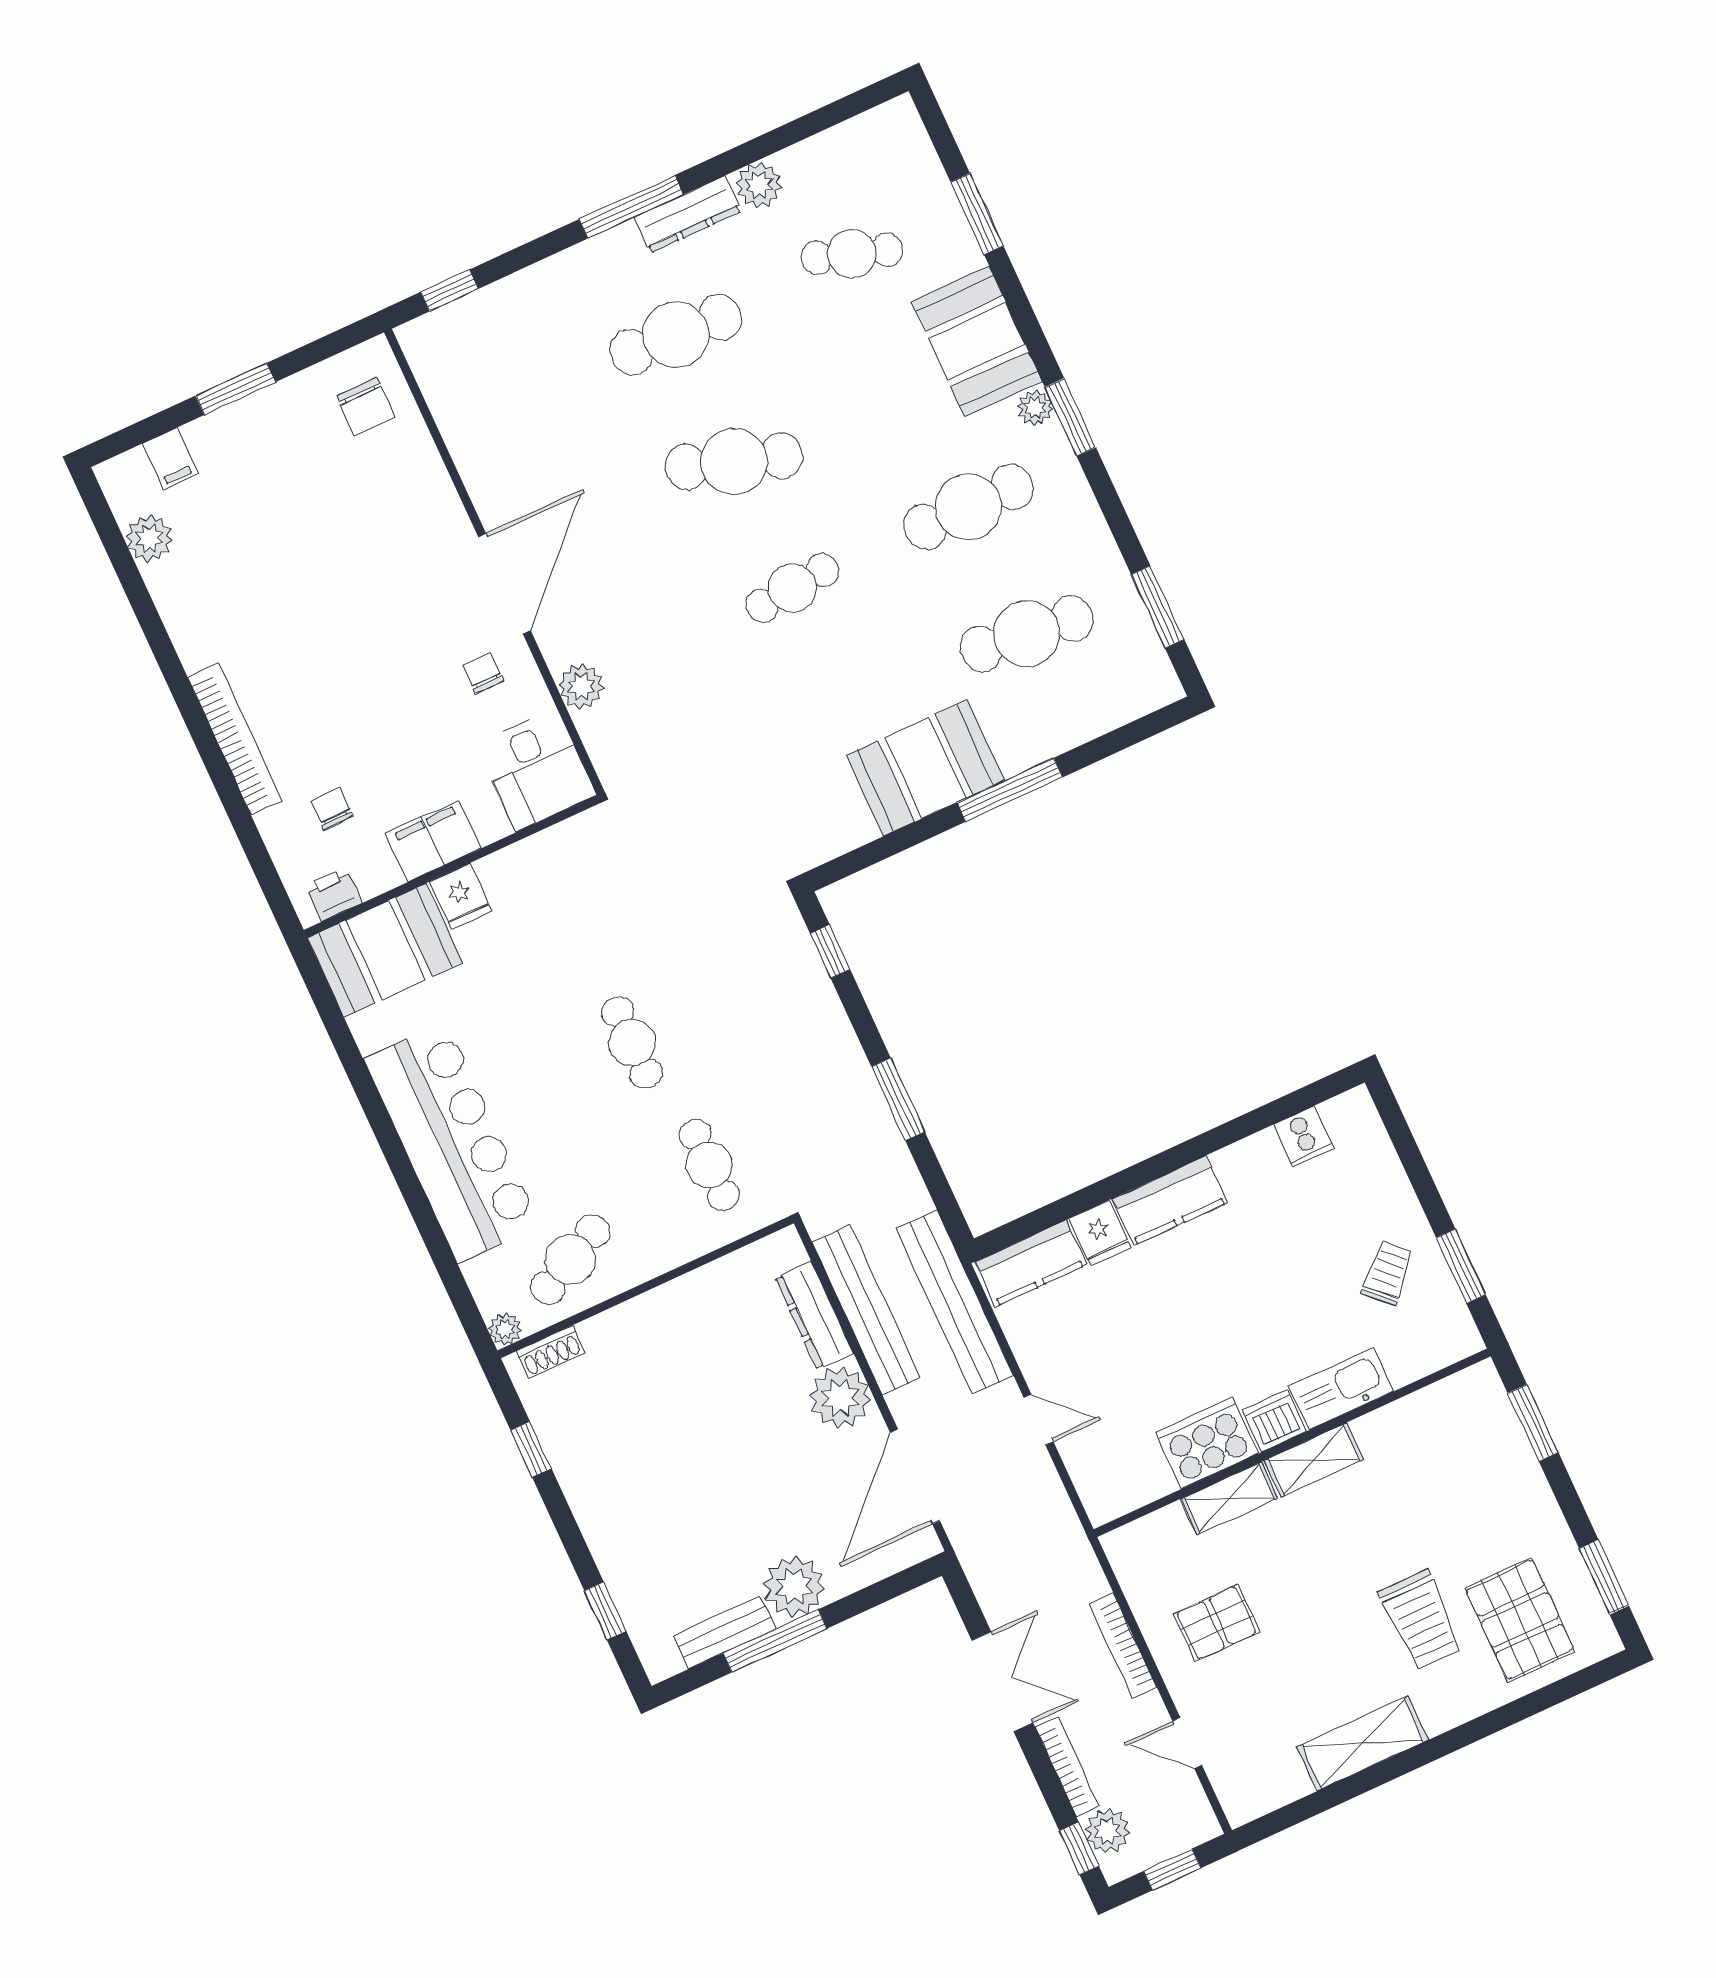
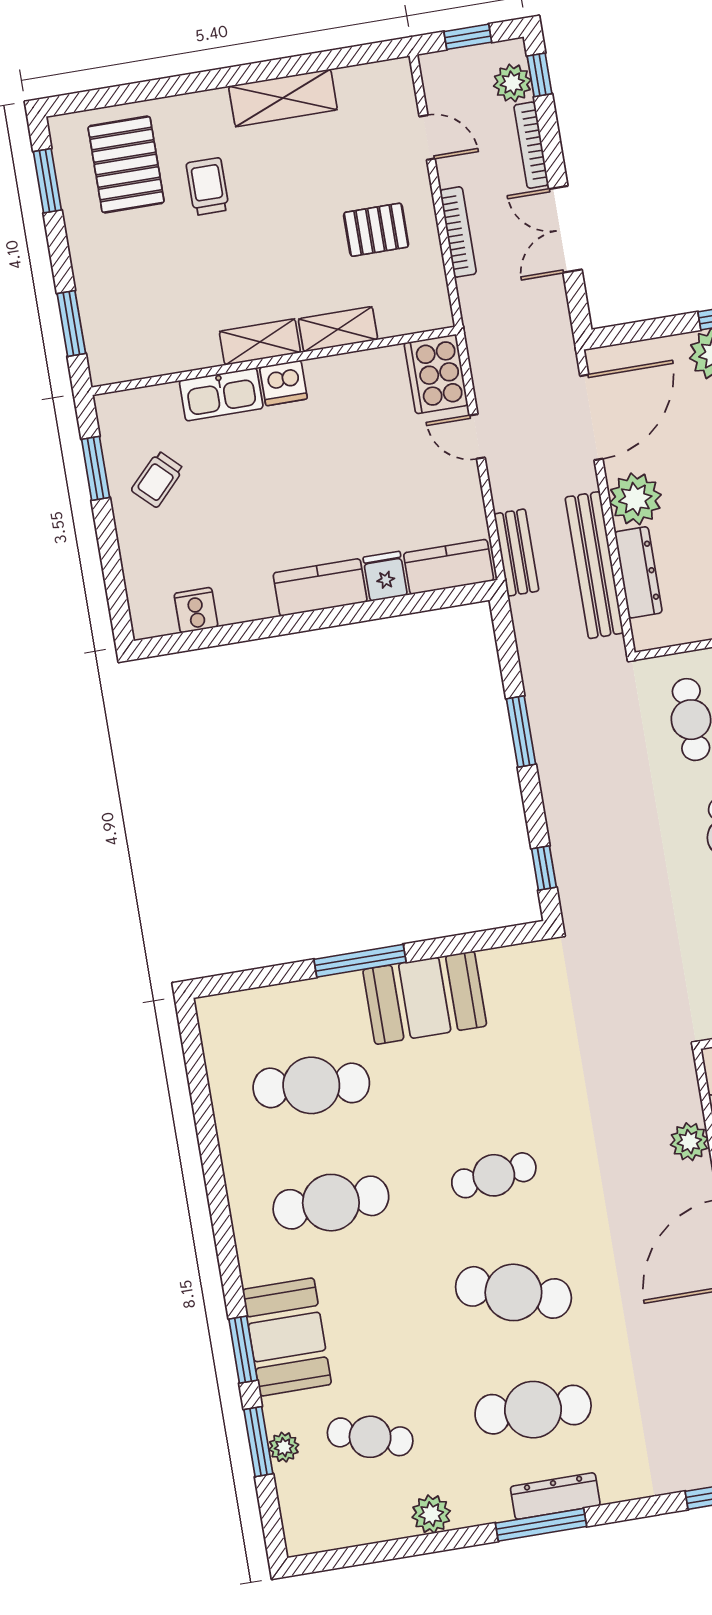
dresser: (688, 214) -> (555, 1496), moved
plant: (1035, 408) -> (284, 1447), moved
window: (1070, 417) -> (243, 1350), moved
window: (1158, 607) -> (198, 1078), removed
bench: (955, 1302) -> (516, 553), width x0.54, depth x0.82
cooker: (1207, 1443) -> (436, 374), moved, turned 90
trolley: (1421, 1620) -> (208, 186), width x0.73, depth x0.72

